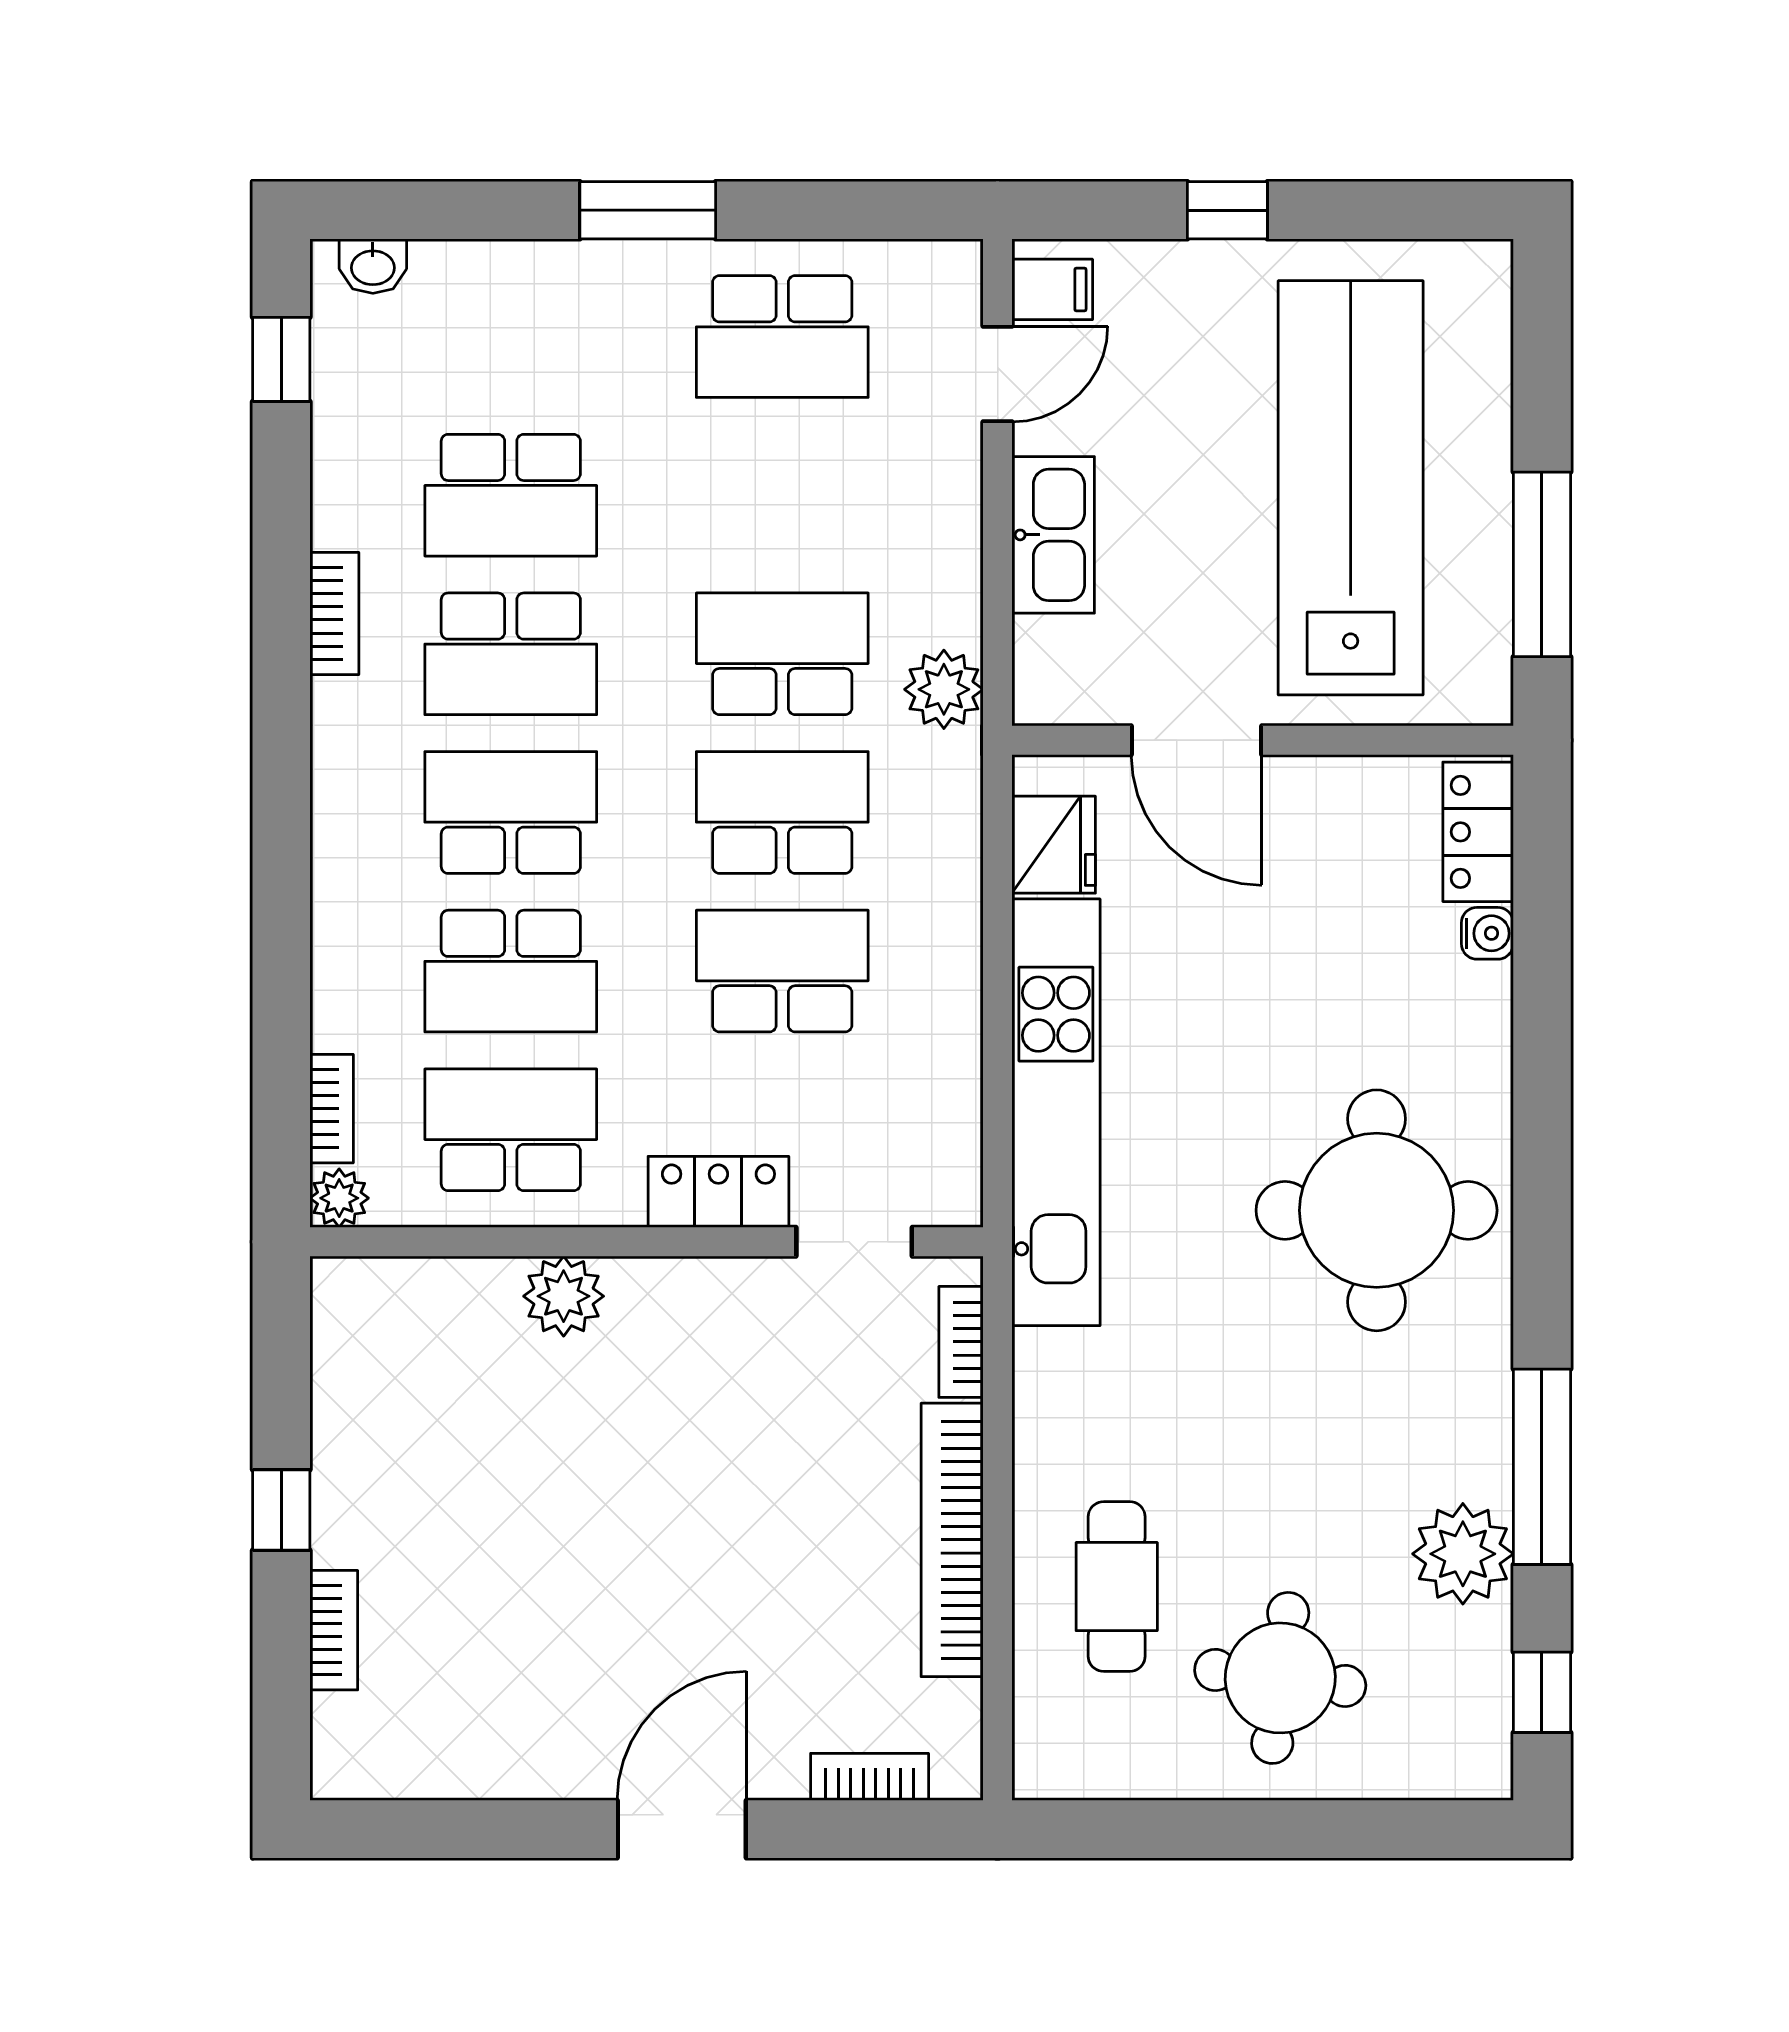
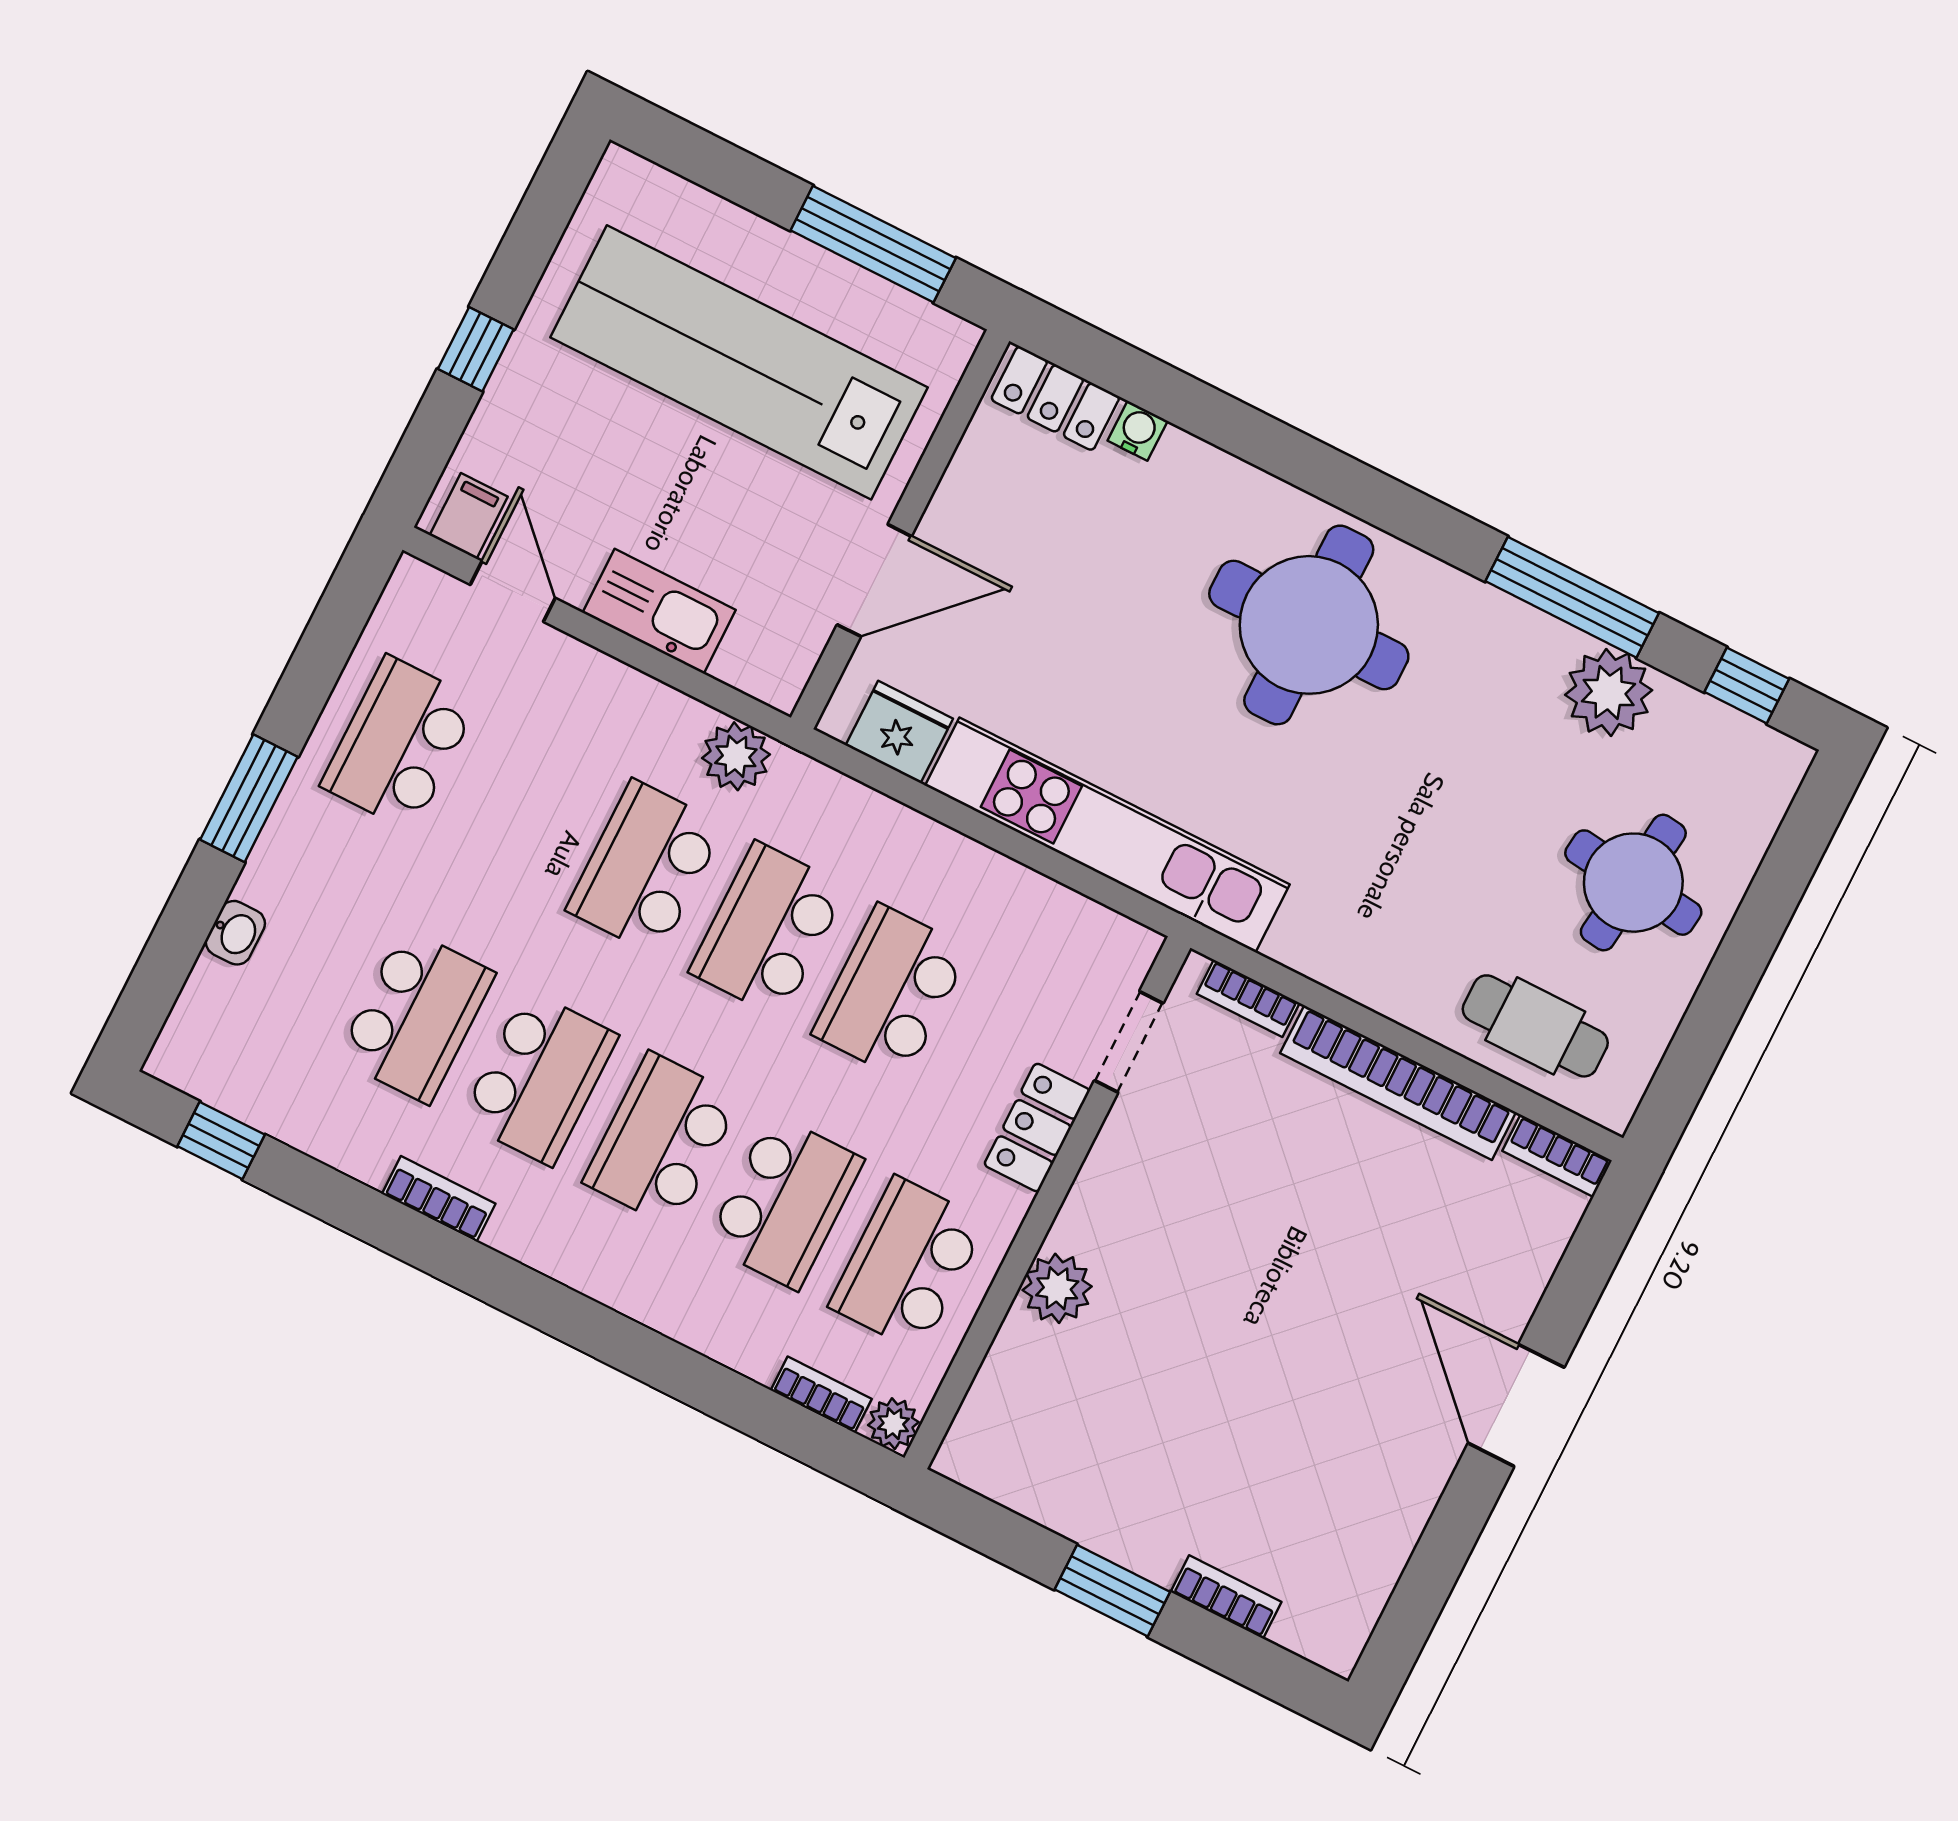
washbasin: (373, 266) -> (235, 933), moved
school desk: (782, 336) -> (399, 743), turned 180
window: (281, 1510) -> (1112, 1591), width x1.50
cafe table: (1117, 1587) -> (1535, 1026), moved
bookcase: (870, 1777) -> (1557, 1156), moved, turned -90

